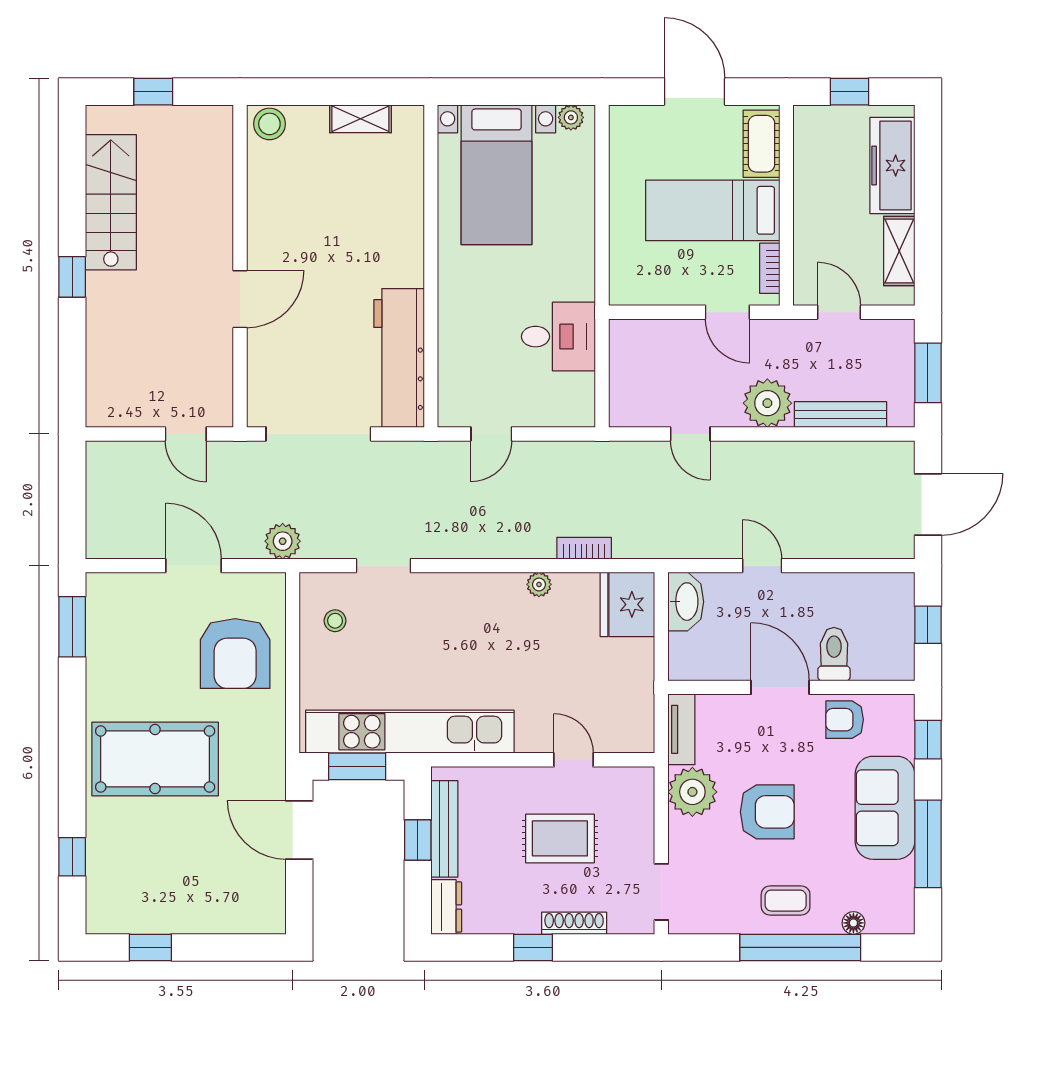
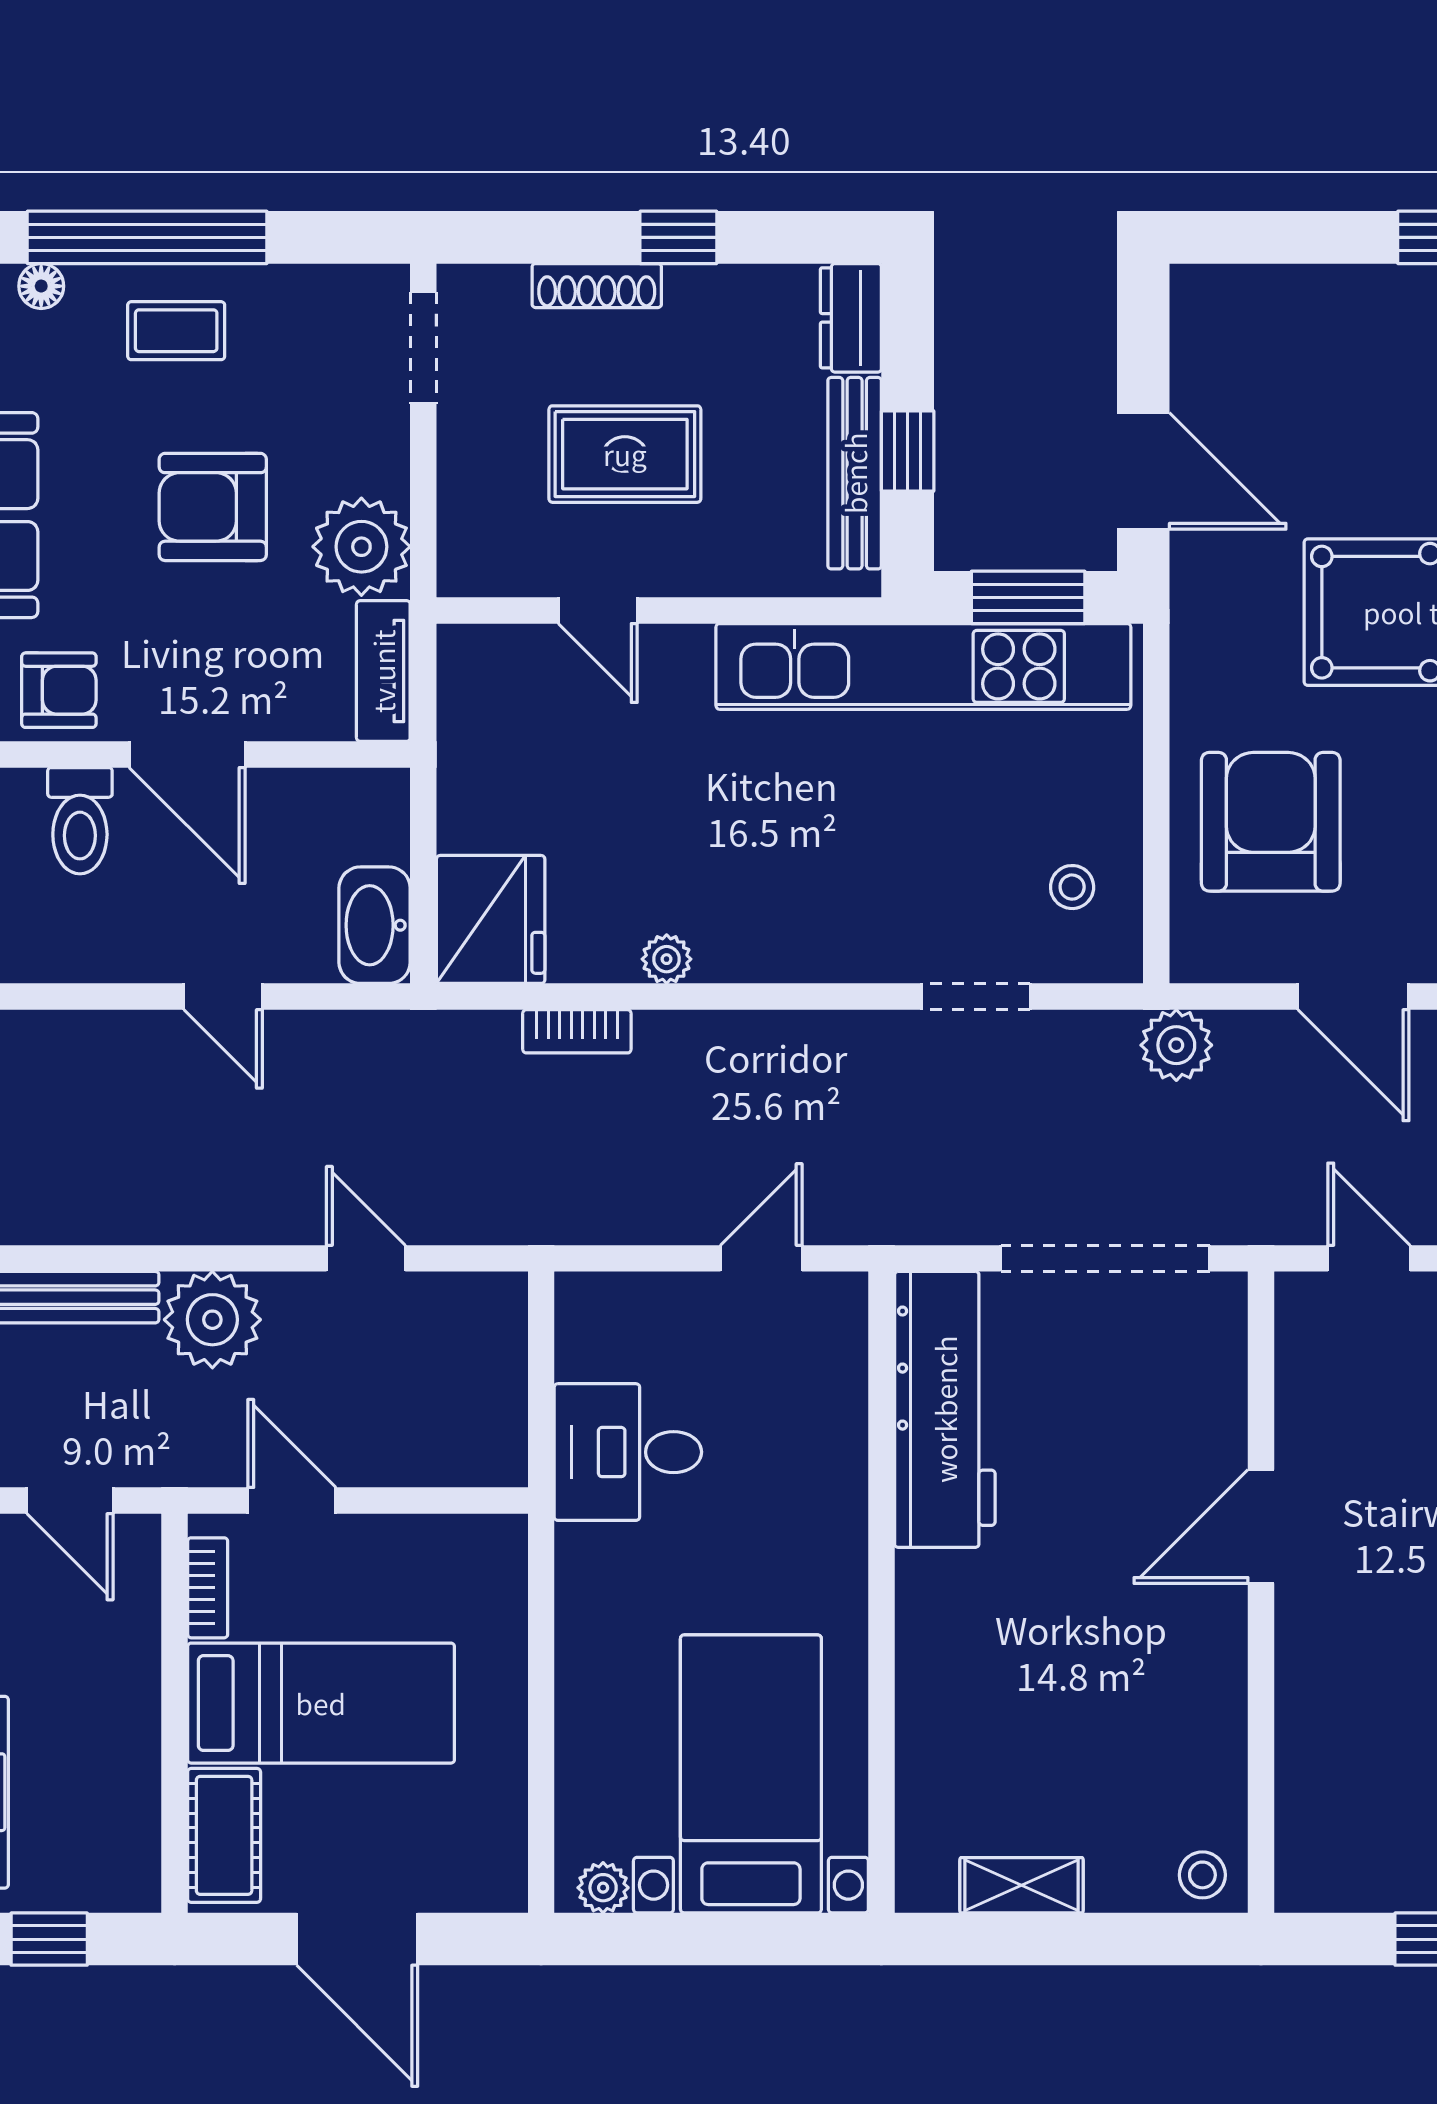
stool: (269, 124) -> (1202, 1875), width x0.73, depth x0.73

